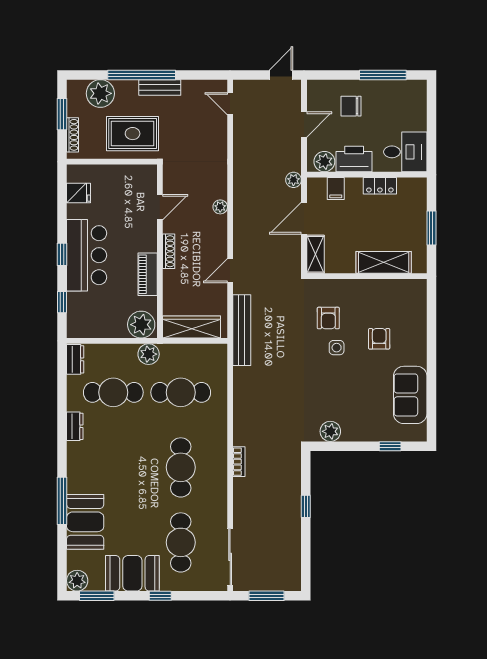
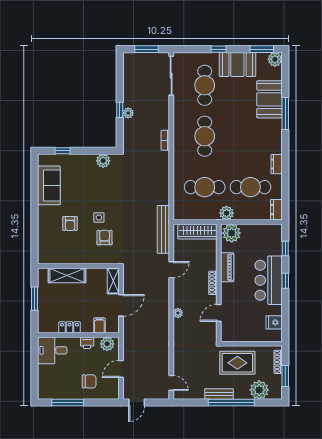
printer: (354, 159) -> (87, 343), width x0.53, depth x0.68
plant: (293, 180) -> (128, 113), moved

